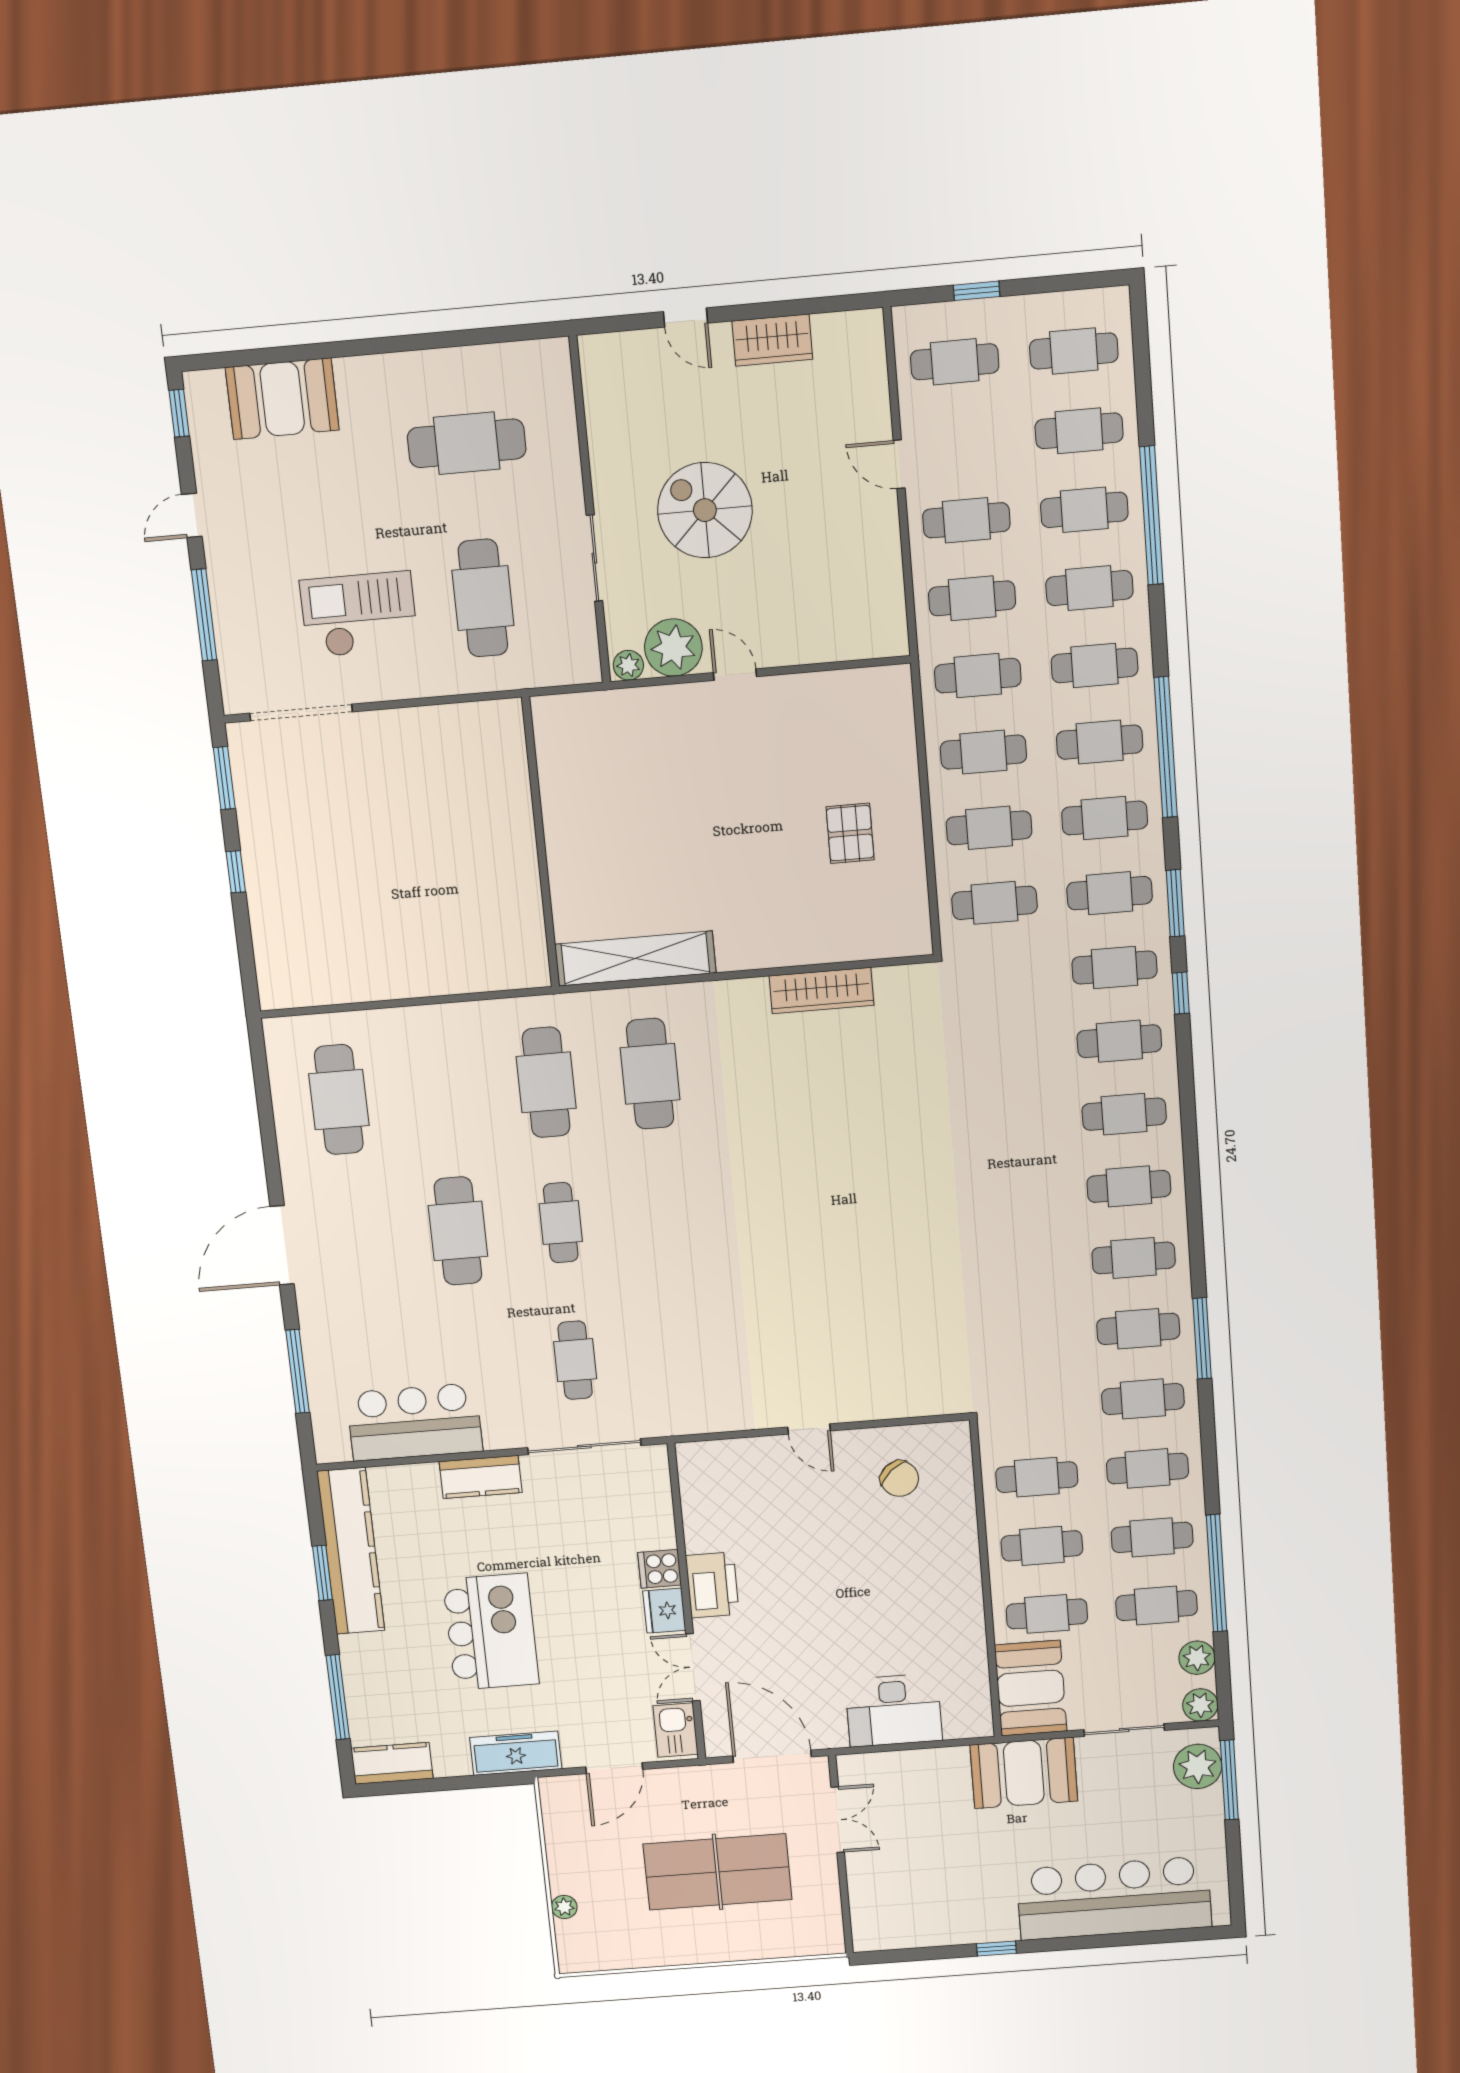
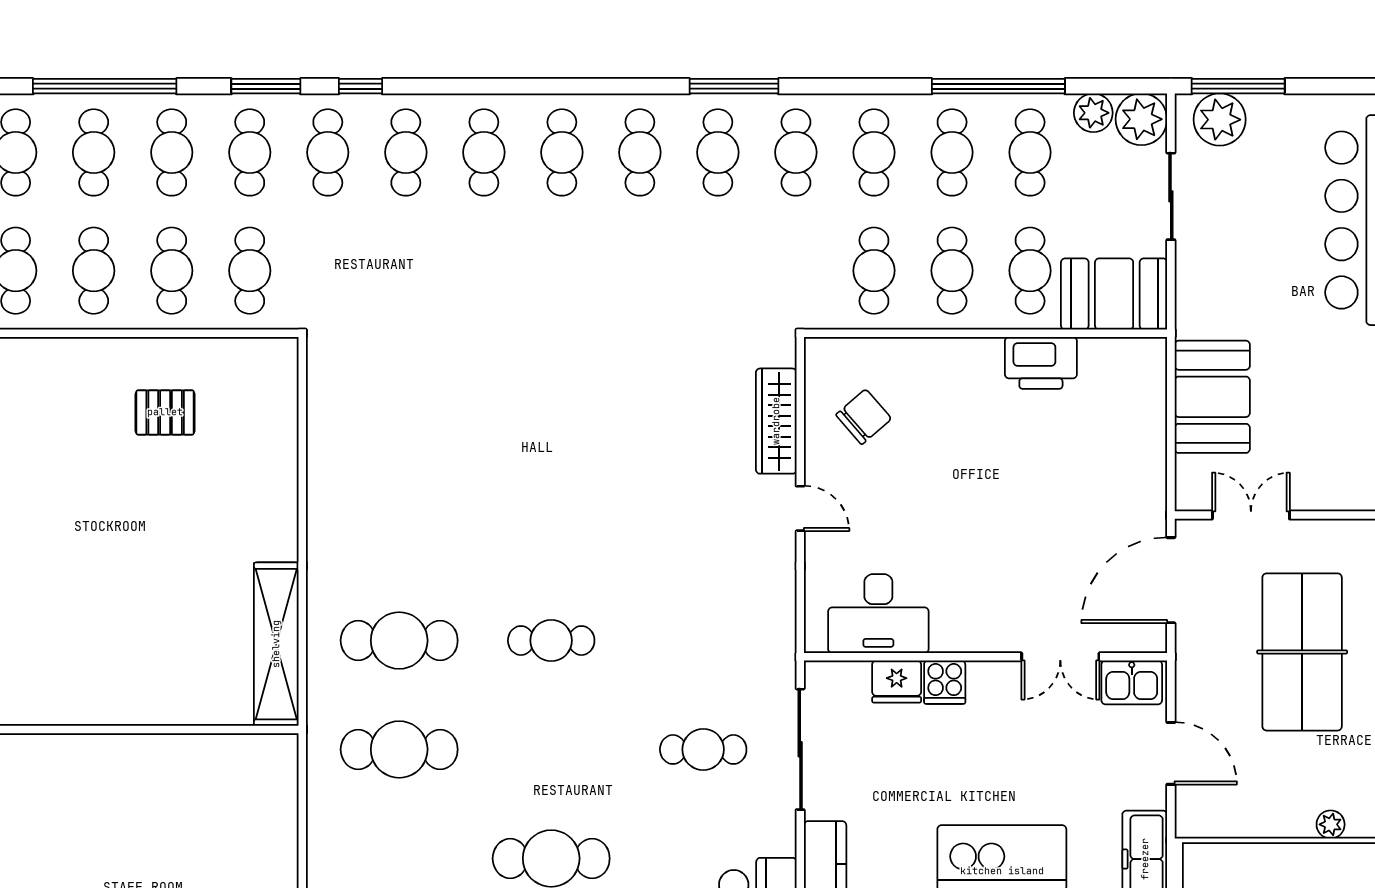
wardrobe: (821, 991) -> (776, 421), moved, turned 180
cafe table: (561, 1223) -> (551, 641), moved
door: (809, 1429) -> (800, 508), hinge flipped
printer: (712, 1585) -> (1041, 363), moved, turned 180
fridge: (664, 1611) -> (897, 682), moved
plant: (1200, 1705) -> (1141, 119), width x1.36, depth x1.36
desk: (894, 1710) -> (878, 614), moved, turned 90
booth: (1024, 1773) -> (1212, 397), moved

